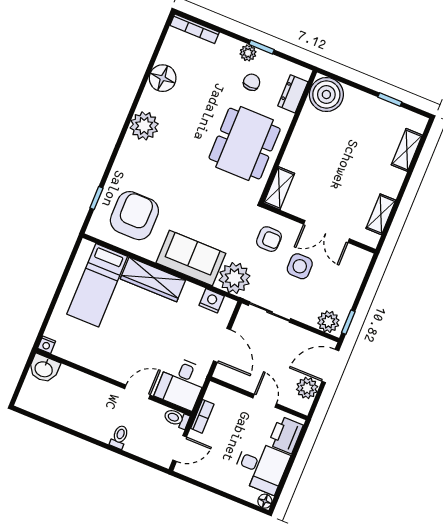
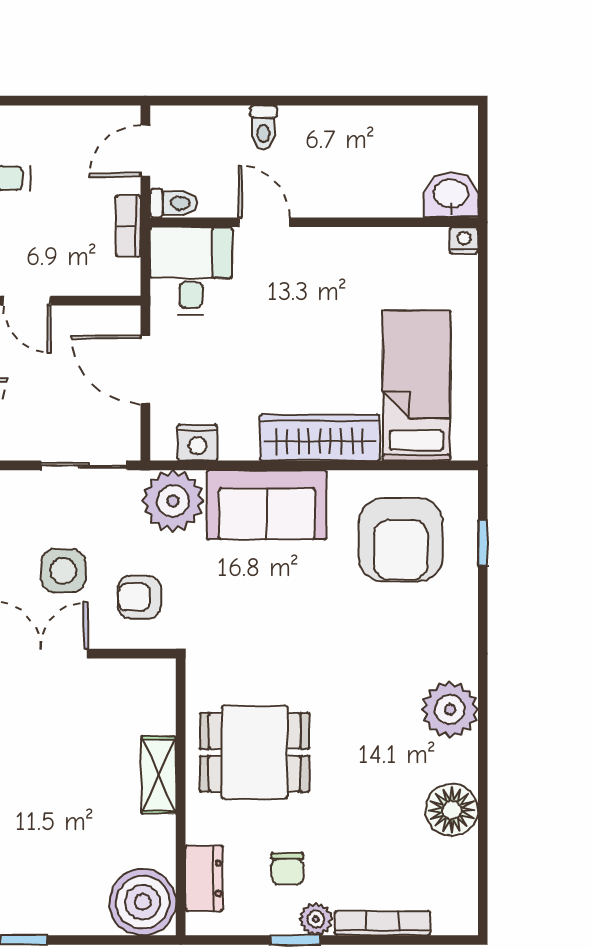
bookcase: (195, 29) -> (383, 923), moved
dining table: (245, 144) -> (255, 752), width x0.73
shelving: (279, 188) -> (159, 775), moved
door: (137, 392) -> (264, 222), swing flipped

